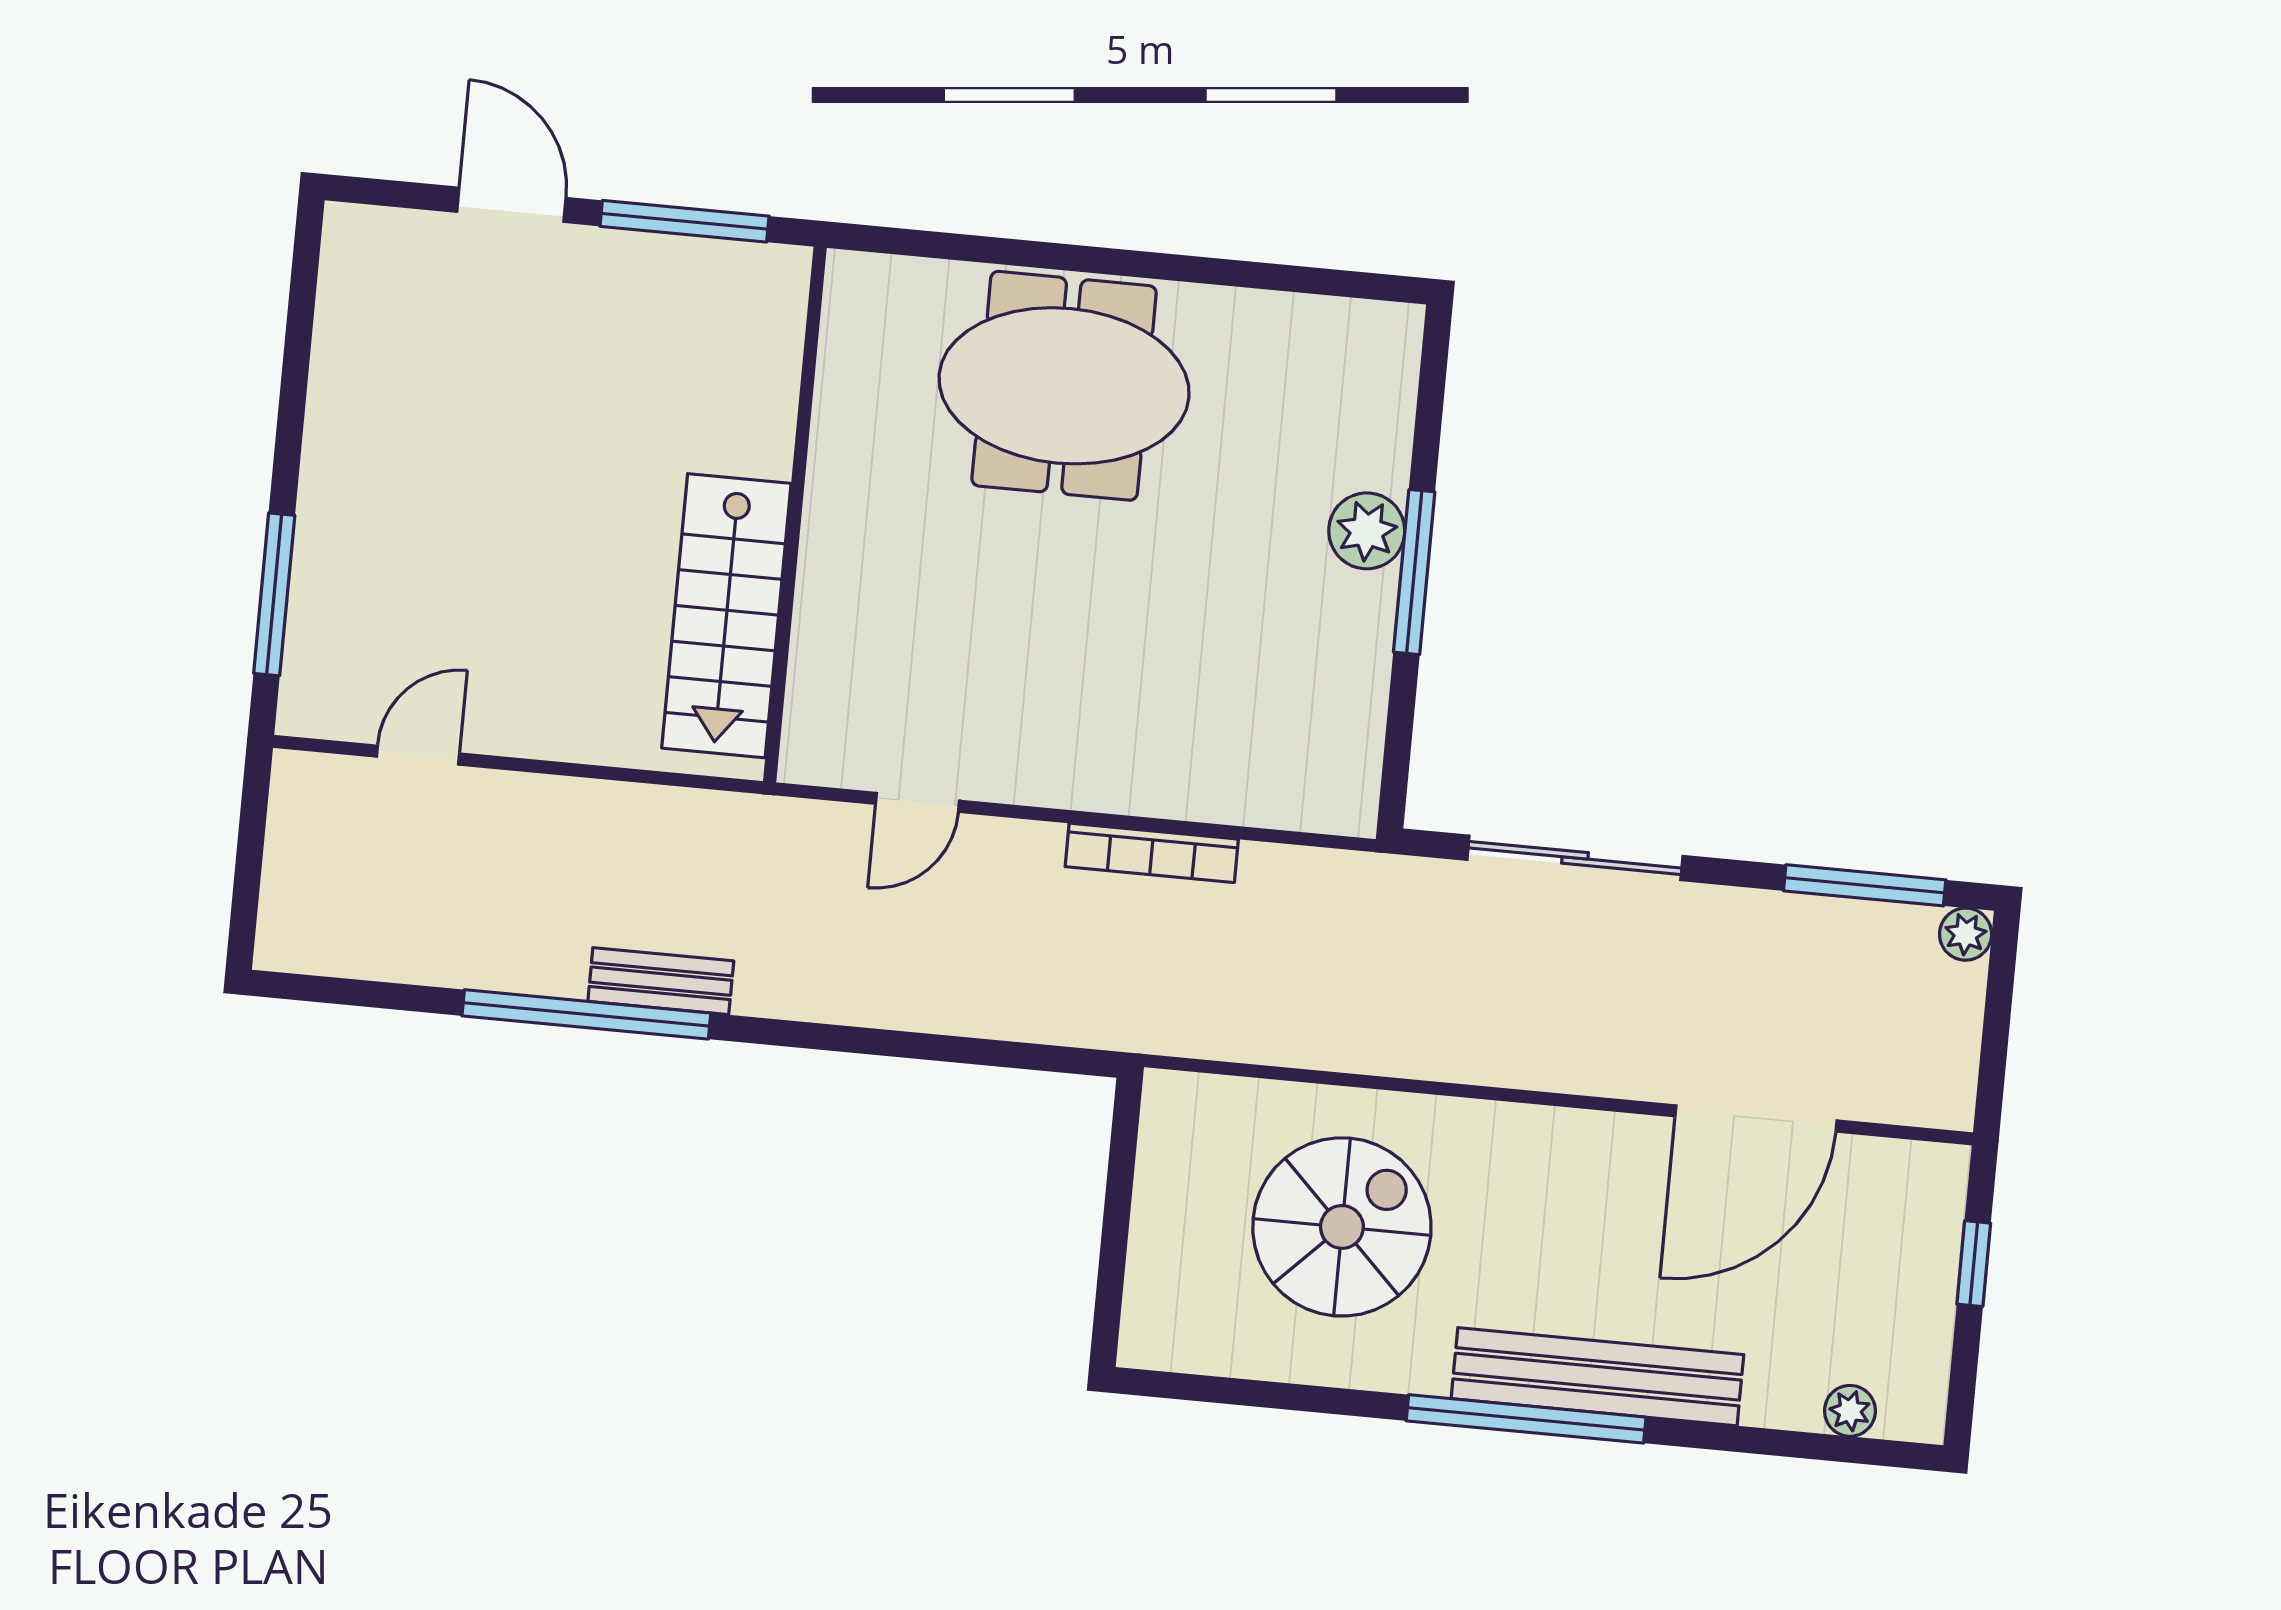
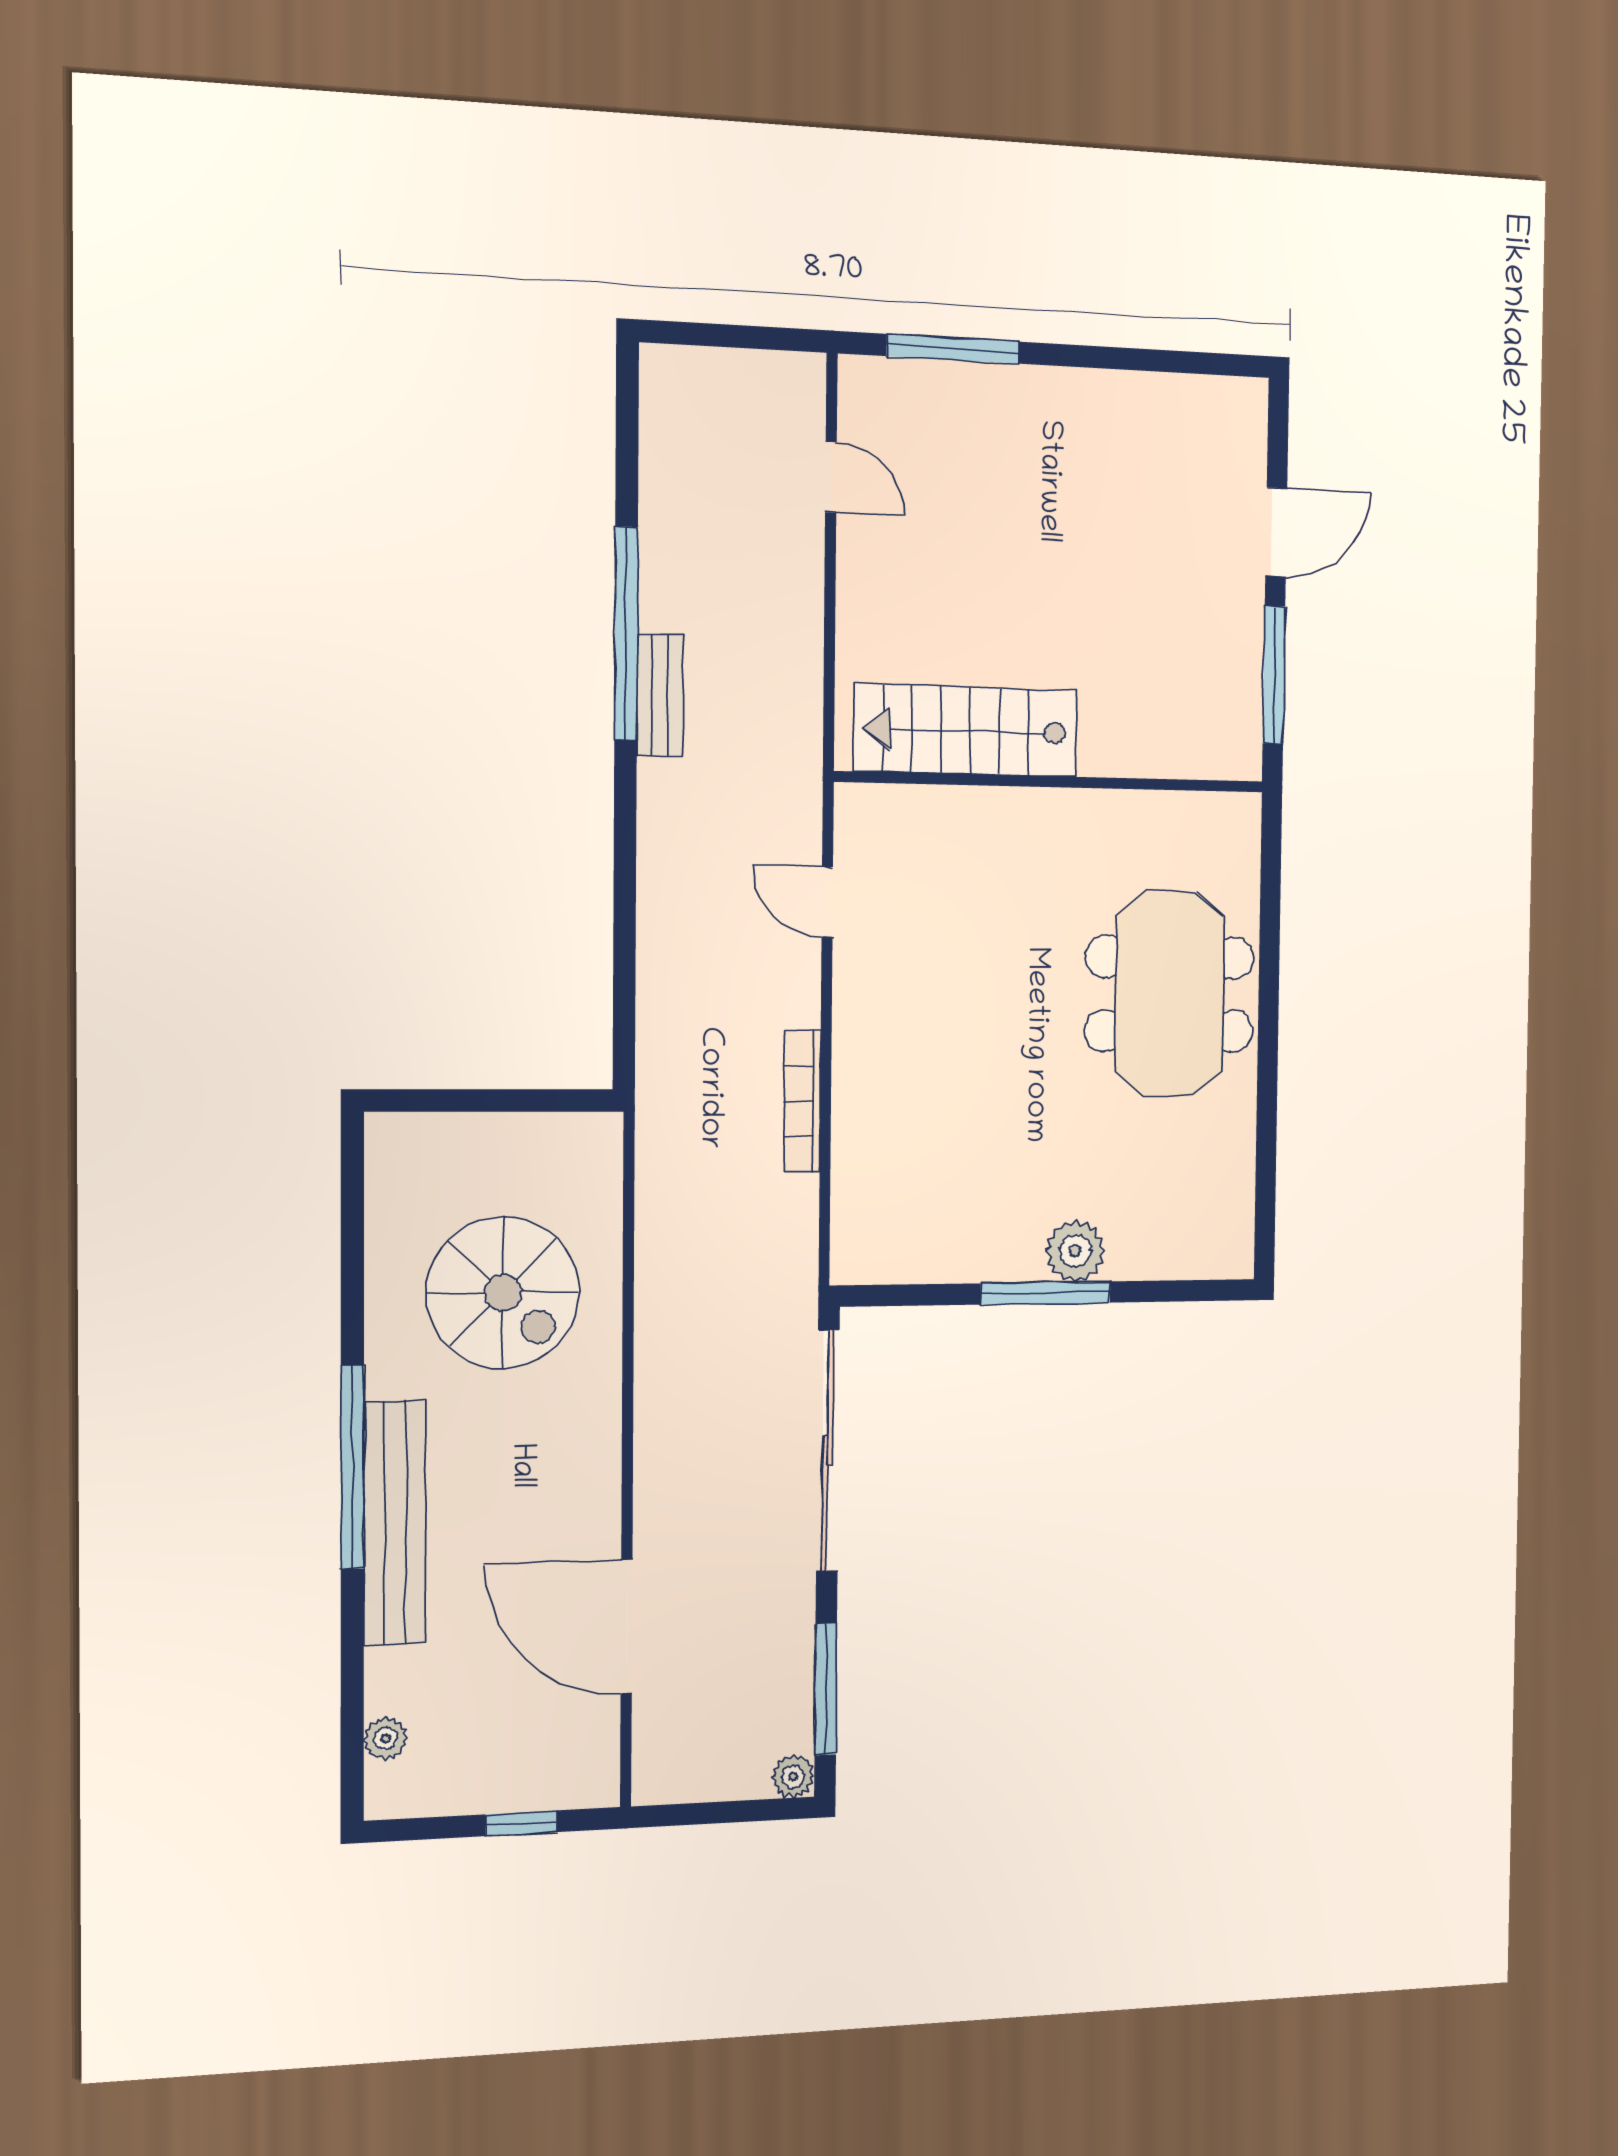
sliding door: (1575, 858) -> (828, 1451), width x1.36

